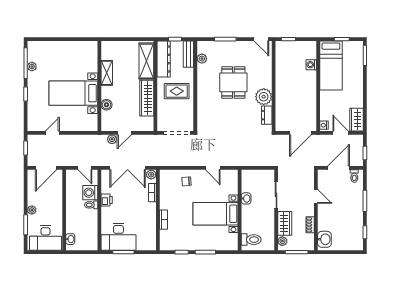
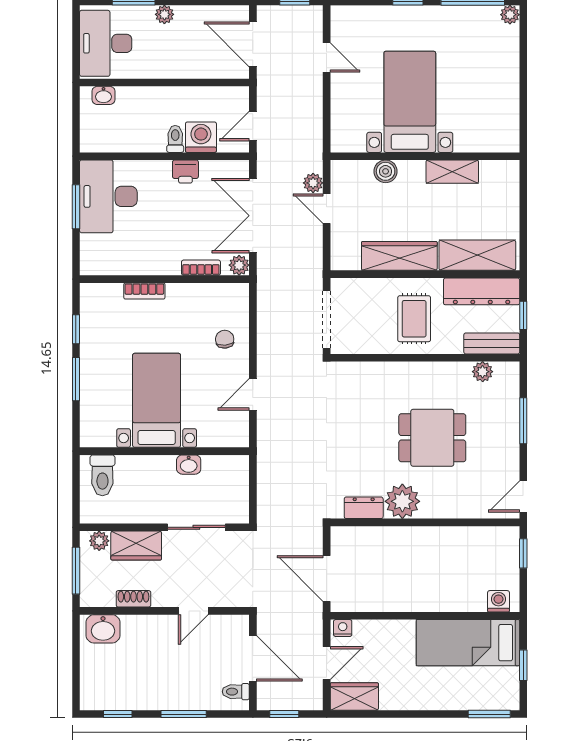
washing machine: (311, 65) -> (499, 601), moved
plant: (32, 67) -> (510, 15), moved

